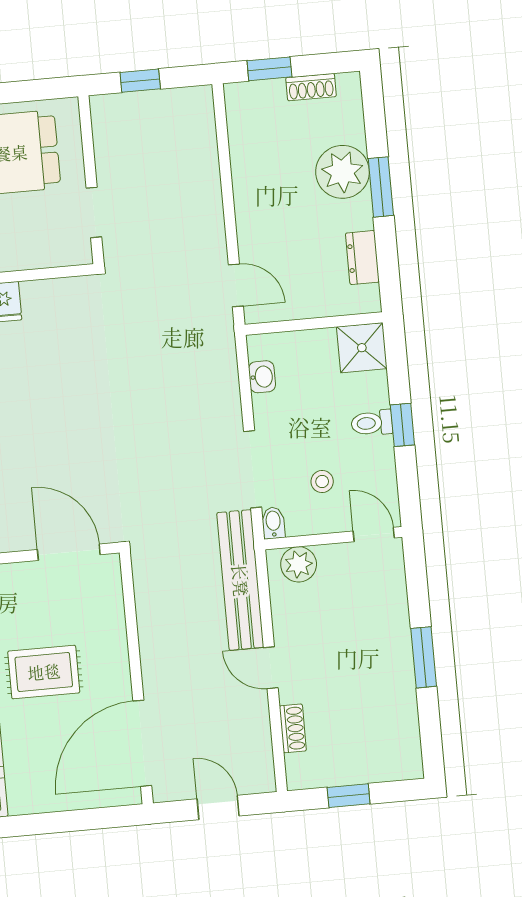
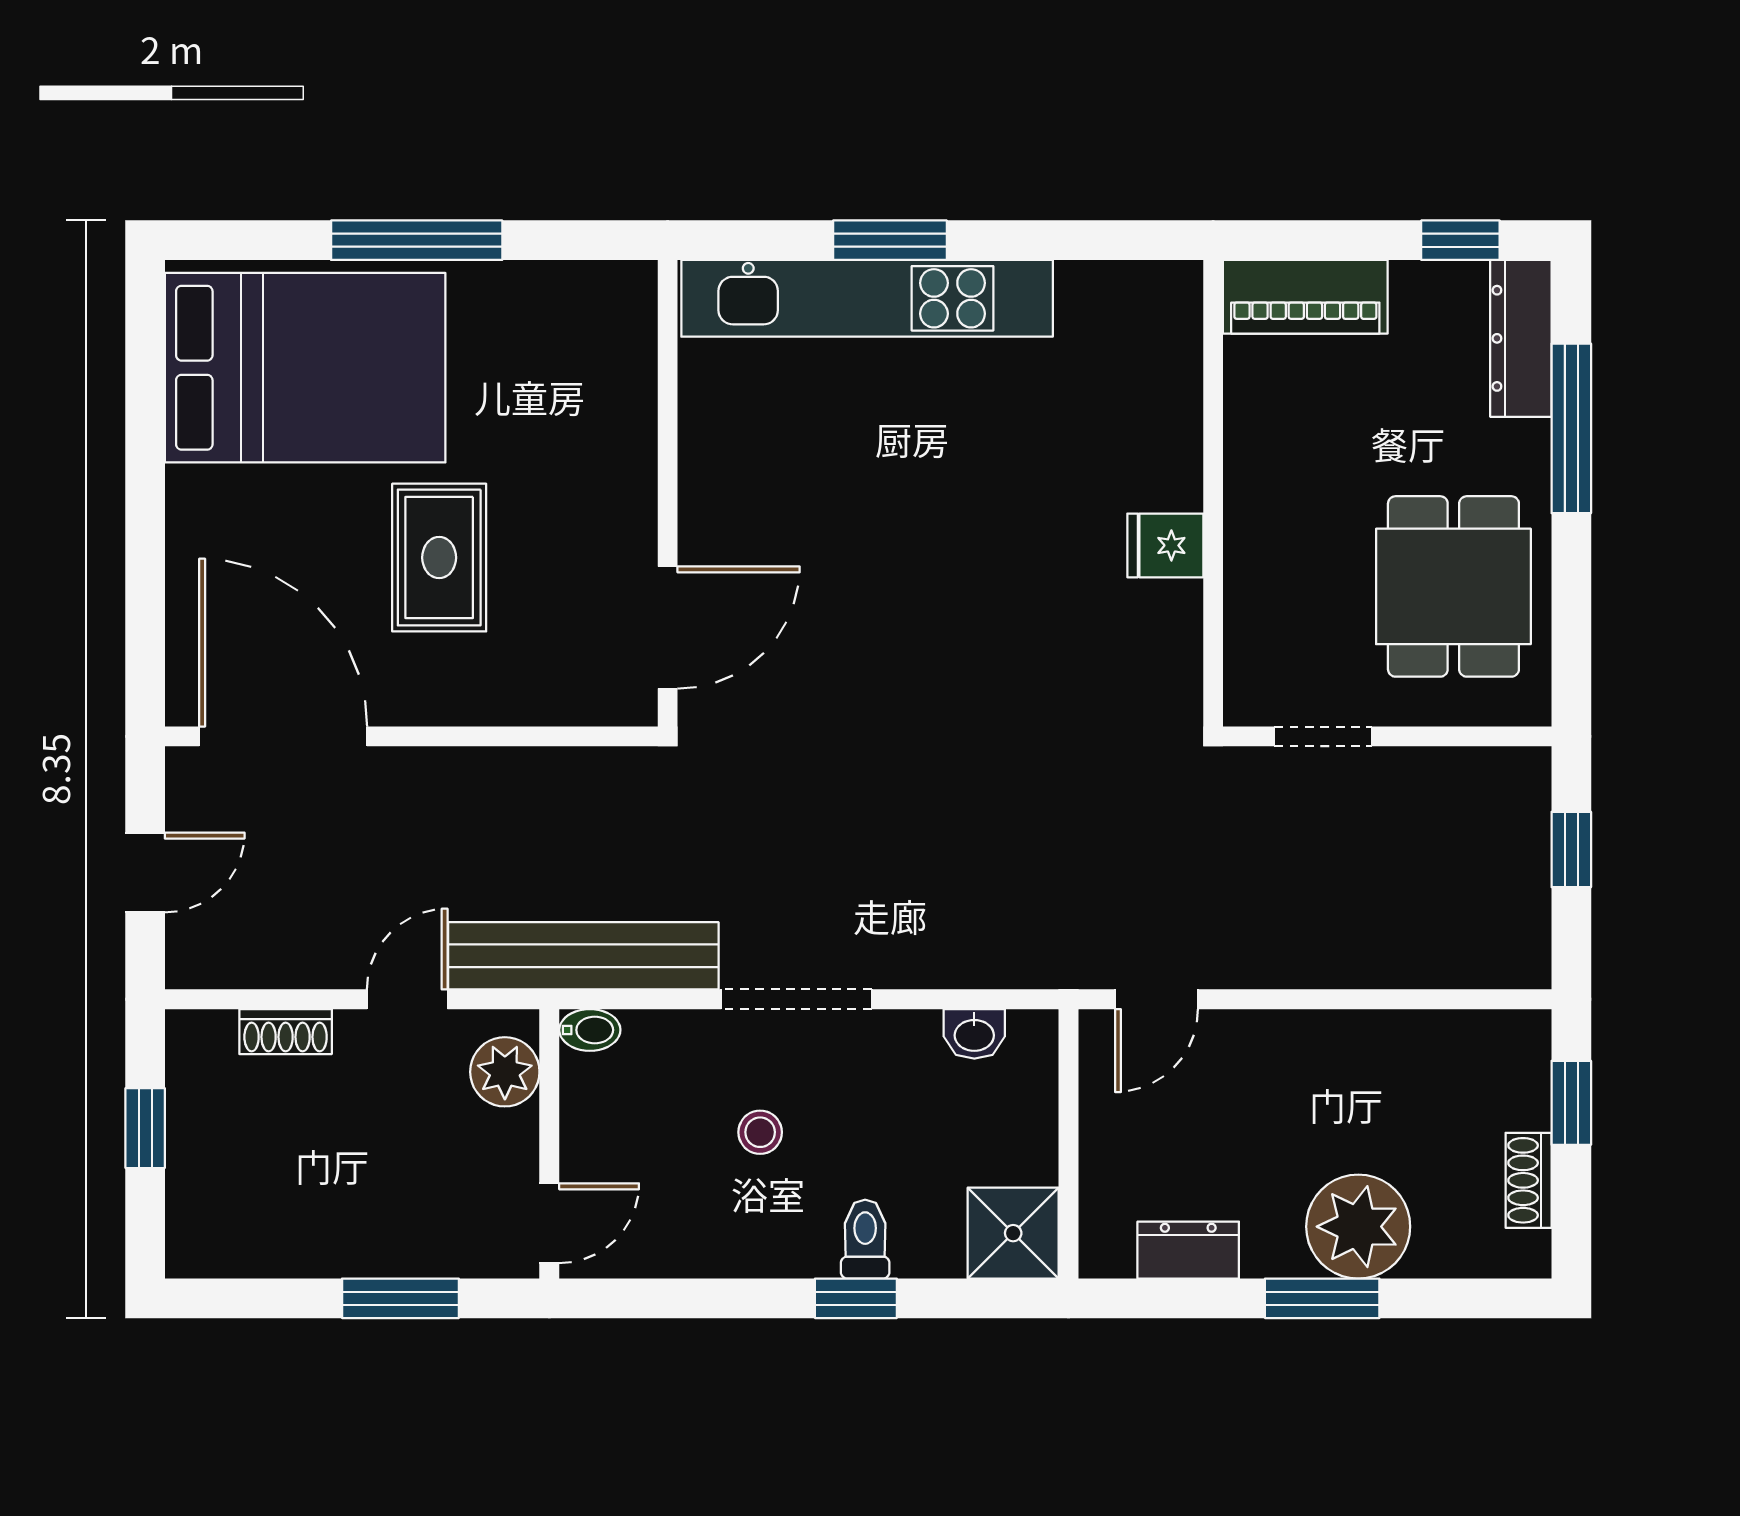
bidet: (273, 523) -> (590, 1030), moved
door: (374, 535) -> (549, 1223), moved
wall: (333, 538) -> (549, 1144), moved
plant: (299, 564) -> (505, 1072), moved

